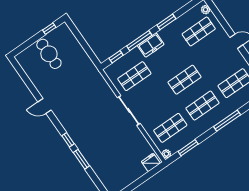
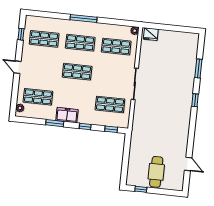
window: (139, 41) -> (85, 126), width x0.46
freezer: (151, 45) -> (67, 115), moved
door: (44, 106) -> (188, 164), moved
window: (227, 121) -> (84, 18), moved
window: (188, 148) -> (116, 22), removed
window: (81, 159) -> (198, 69), moved

